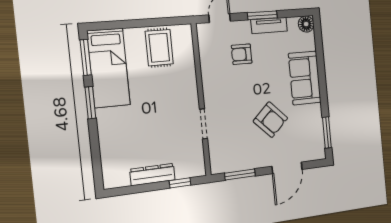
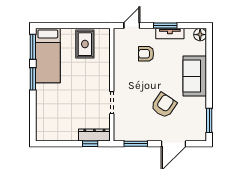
armchair: (270, 120) -> (164, 105), turned -102
dresser: (153, 175) -> (94, 135), moved

